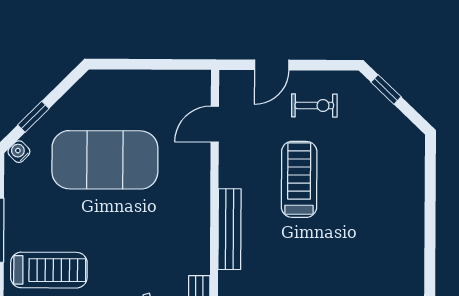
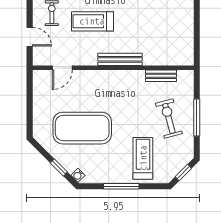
door: (215, 124) -> (62, 68), hinge flipped
exercise mat: (105, 160) -> (82, 128), turned 90

